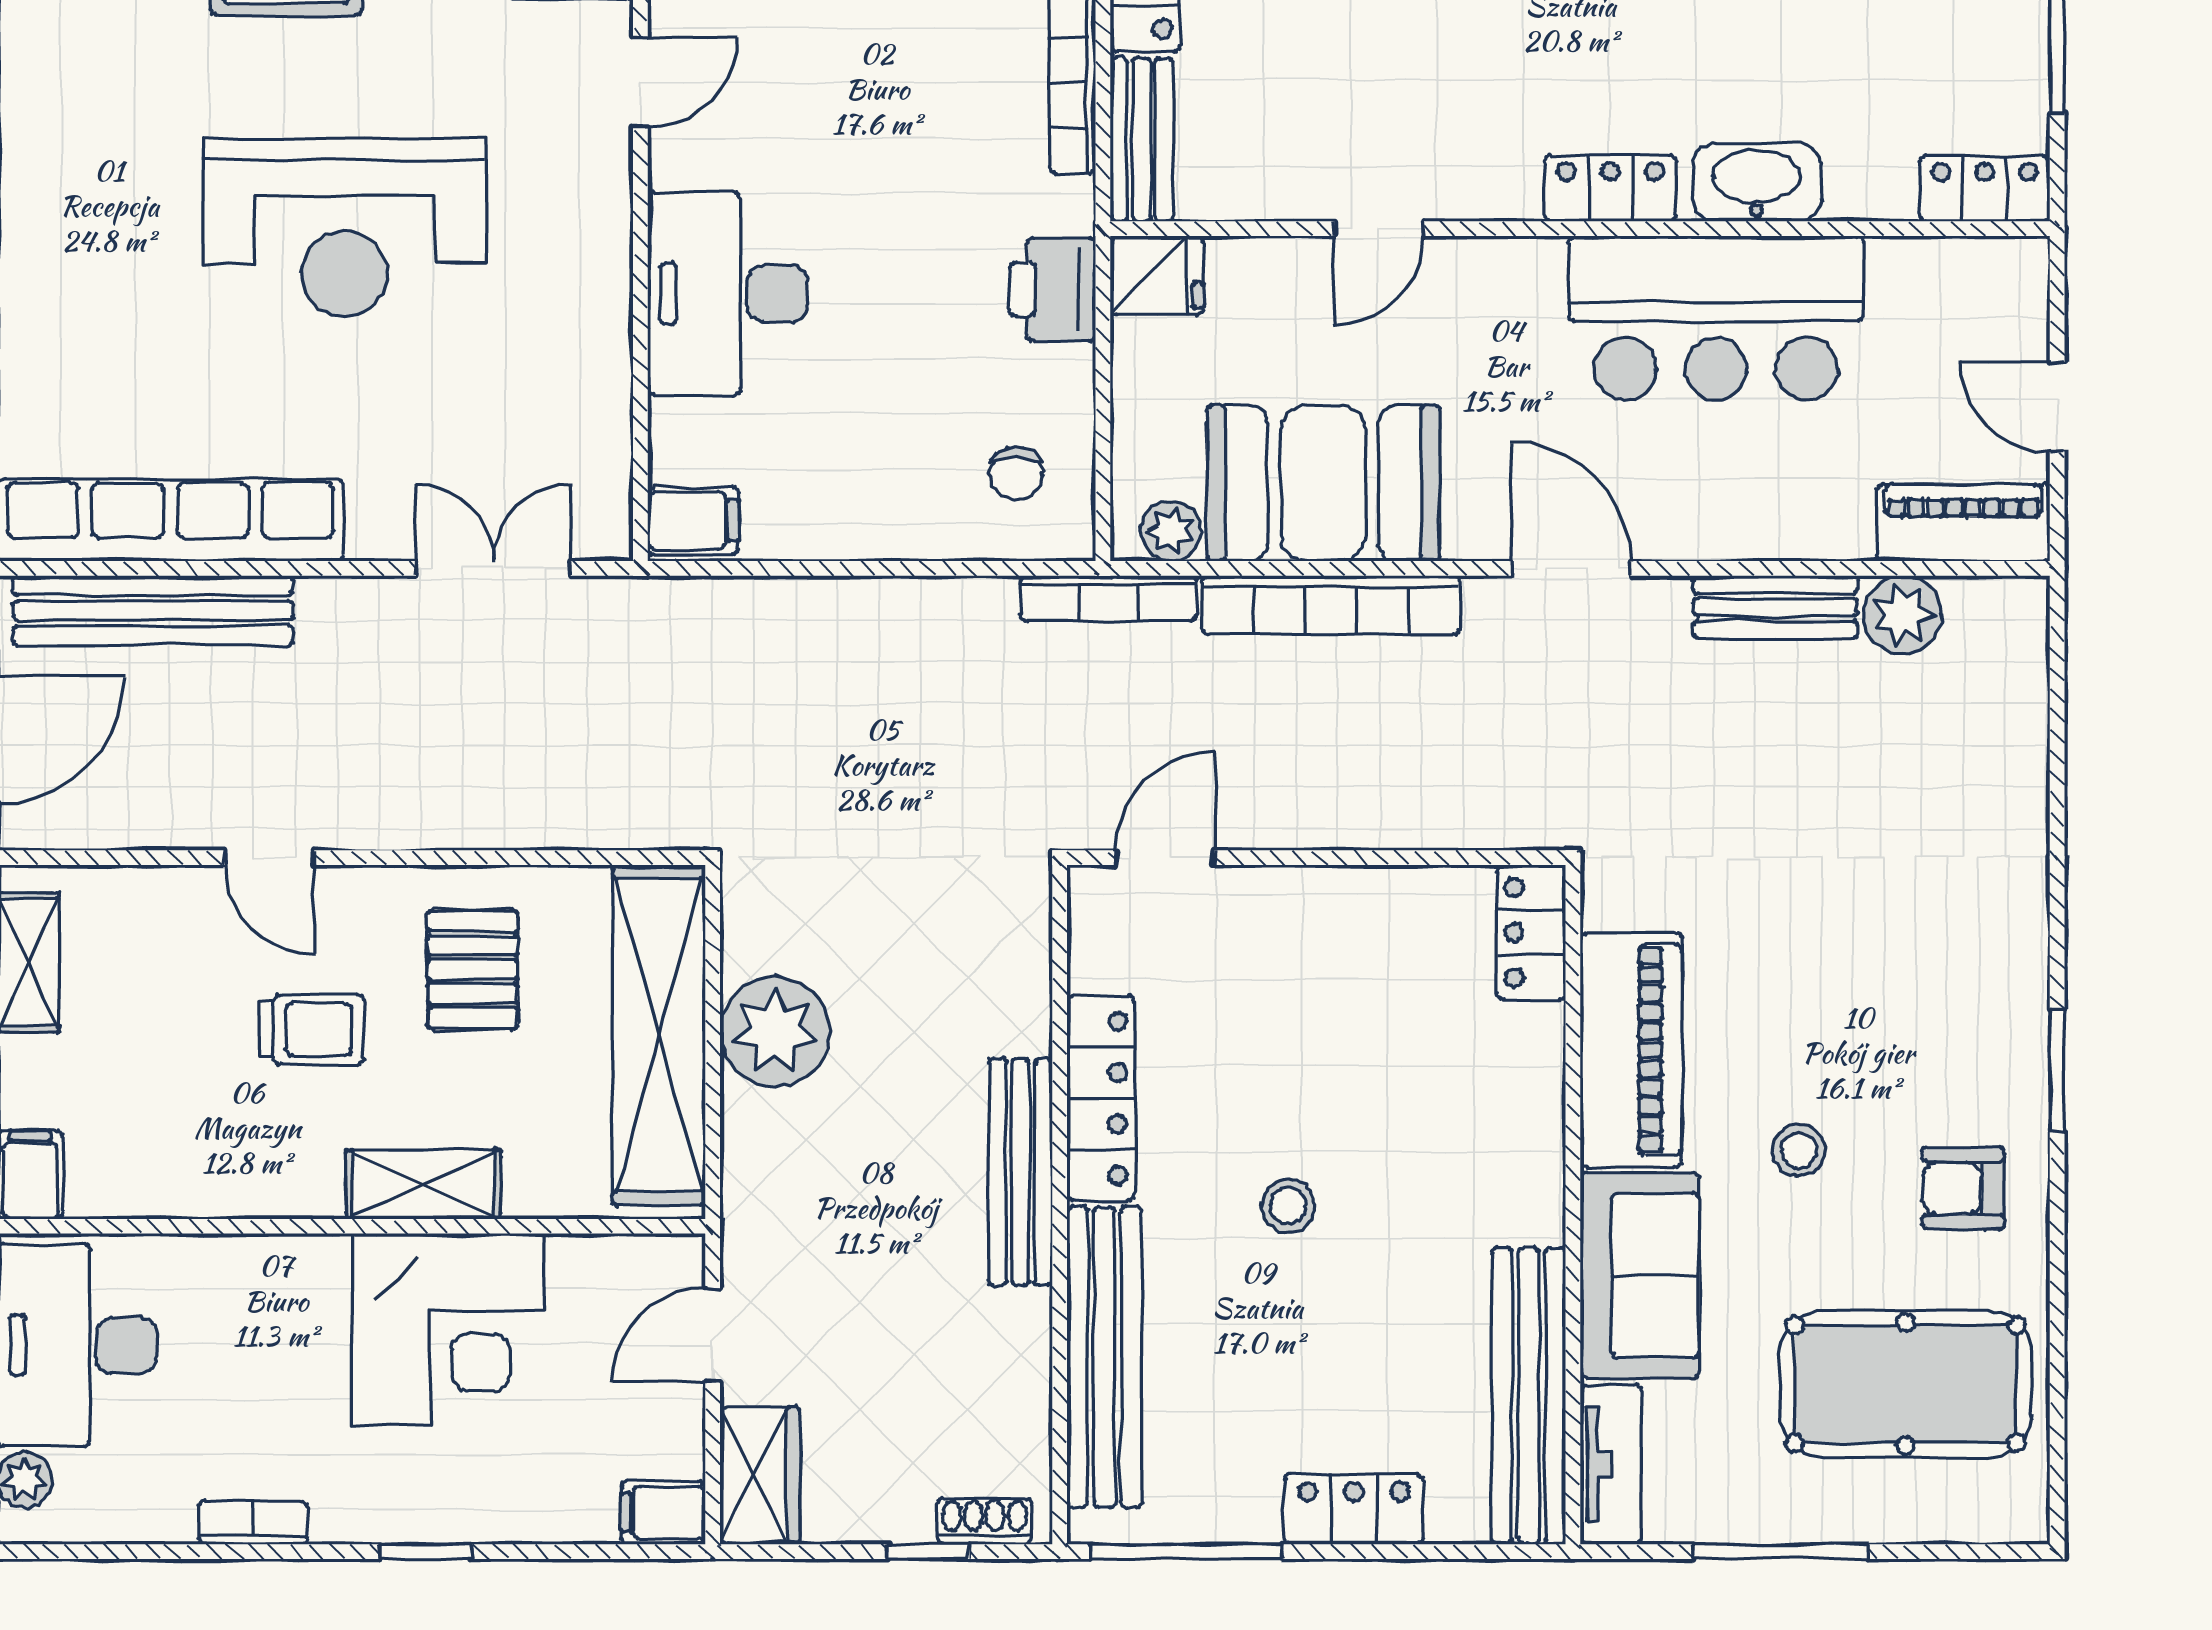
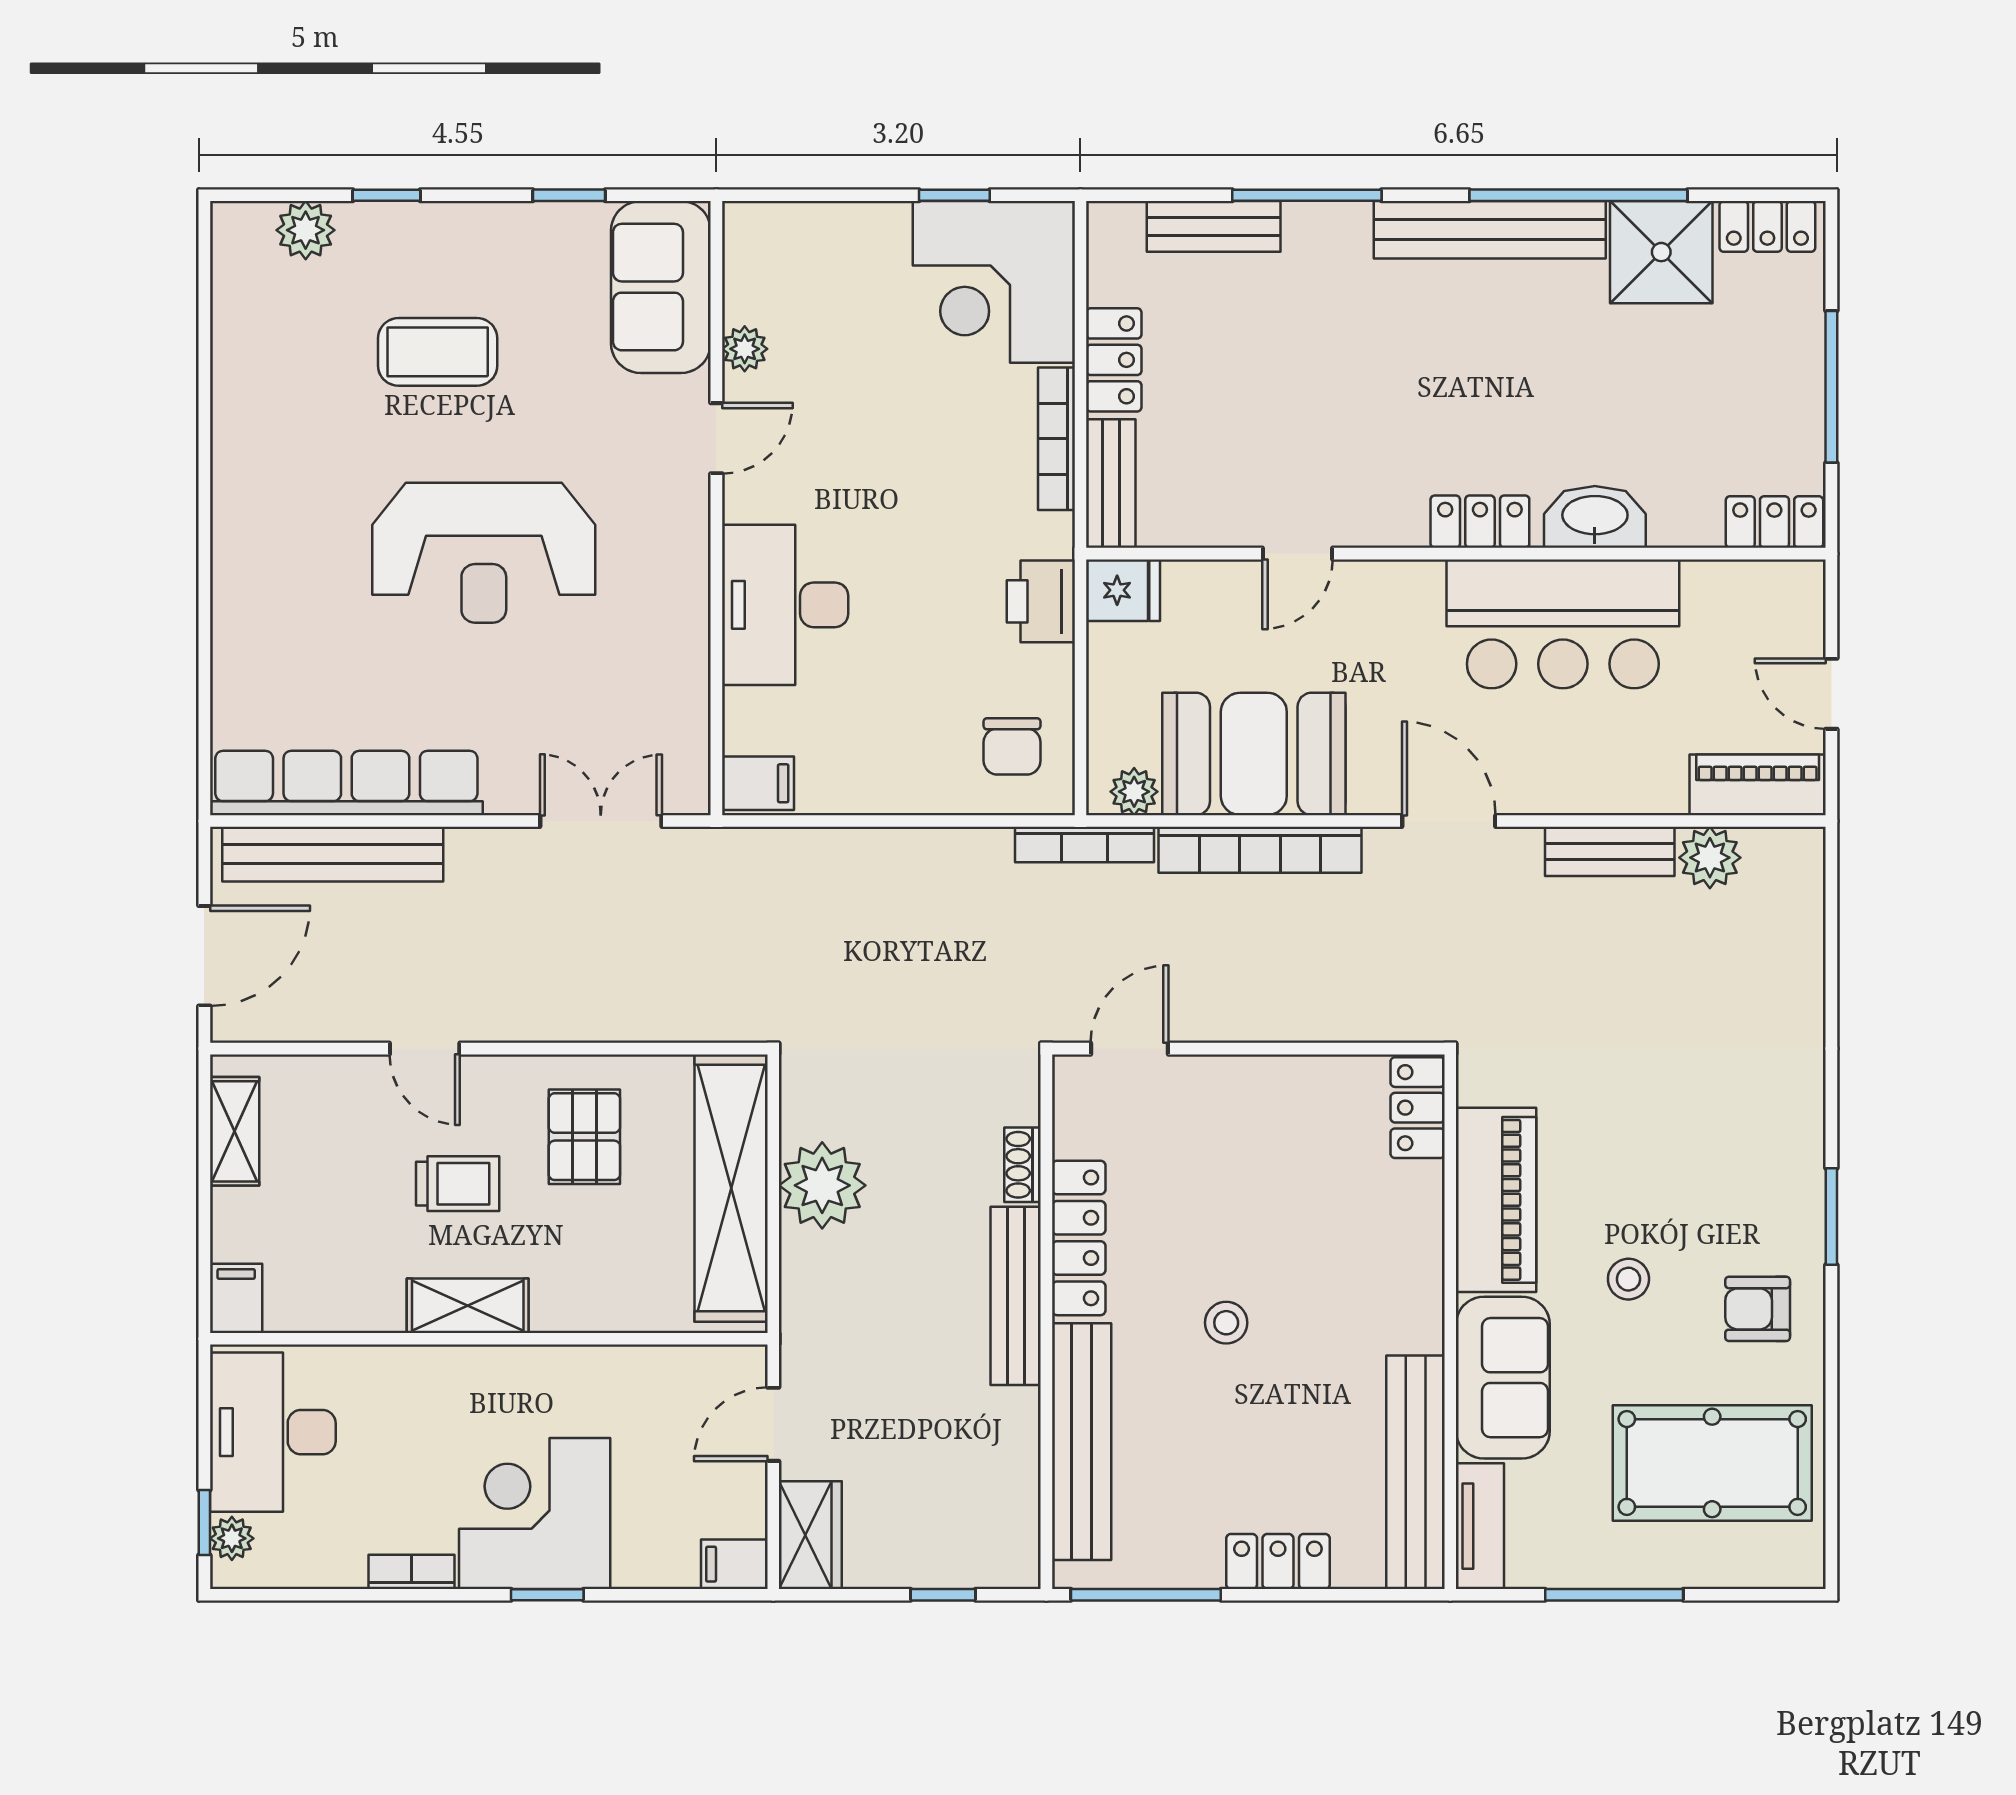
chair: (1016, 474) -> (1012, 746), width x1.37, depth x1.37
shelving: (423, 1184) -> (468, 1306), moved
corner desk: (448, 1330) -> (535, 1513), moved, turned 180
shoe rack: (984, 1521) -> (1023, 1165), moved, turned -90

